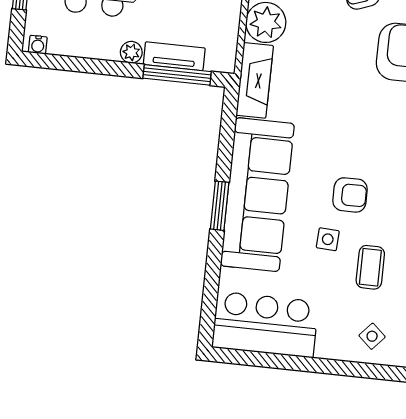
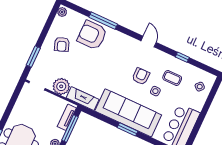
tv unit: (174, 56) -> (67, 117), moved

